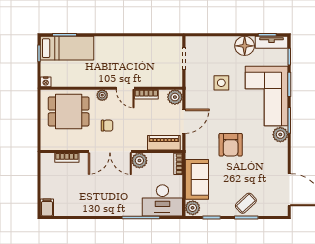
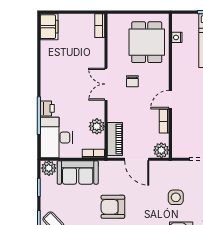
nightstand: (46, 82) -> (177, 37), moved
plant: (102, 95) -> (163, 76), removed
double door: (110, 151) -> (106, 84), width x0.73
bookcase: (67, 158) -> (100, 26), moved
plant: (139, 161) -> (97, 126), moved
filing cabinet: (47, 207) -> (49, 27), width x2.00
printer: (134, 209) -> (47, 108), added

